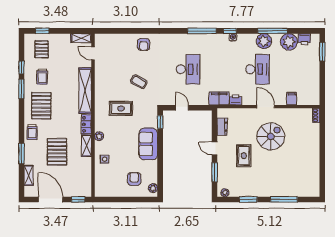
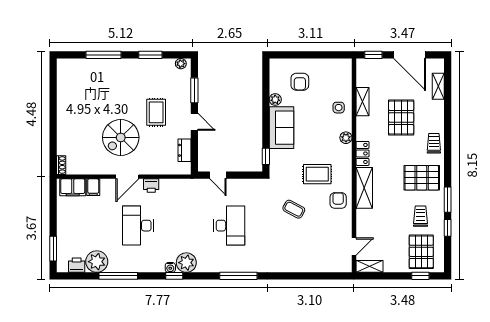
window: (202, 31) -> (238, 276), moved
plant: (264, 41) -> (186, 263), moved
armchair: (144, 45) -> (338, 200), moved
pallet: (42, 49) -> (421, 252), width x1.50, depth x1.42
door: (93, 53) -> (354, 246), hinge flipped
desk: (188, 69) -> (229, 226), turned 180
shelving: (85, 91) -> (364, 188), width x0.68
filing cabinet: (219, 98) -> (73, 187), moved
printer: (236, 100) -> (151, 186), moved
pallet: (41, 106) -> (422, 178), turned 90
door: (266, 107) -> (127, 177), hinge flipped
door: (182, 108) -> (218, 175), moved
shelving: (86, 146) -> (362, 102), moved
window: (21, 154) -> (448, 115), removed
plant: (153, 188) -> (275, 99), moved

